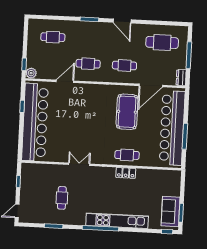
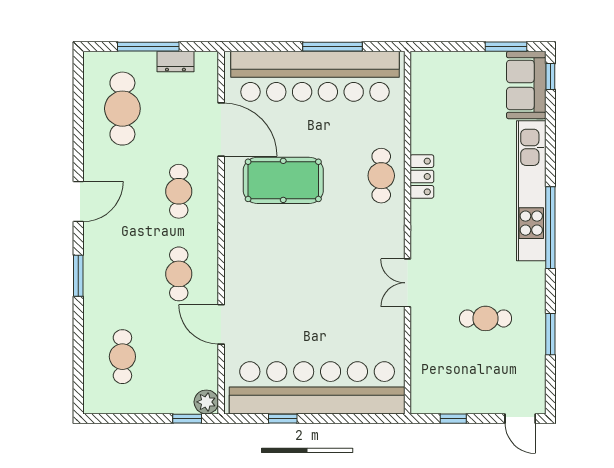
dresser: (181, 78) -> (175, 62), moved
sofa: (171, 211) -> (526, 85), moved, turned 90

